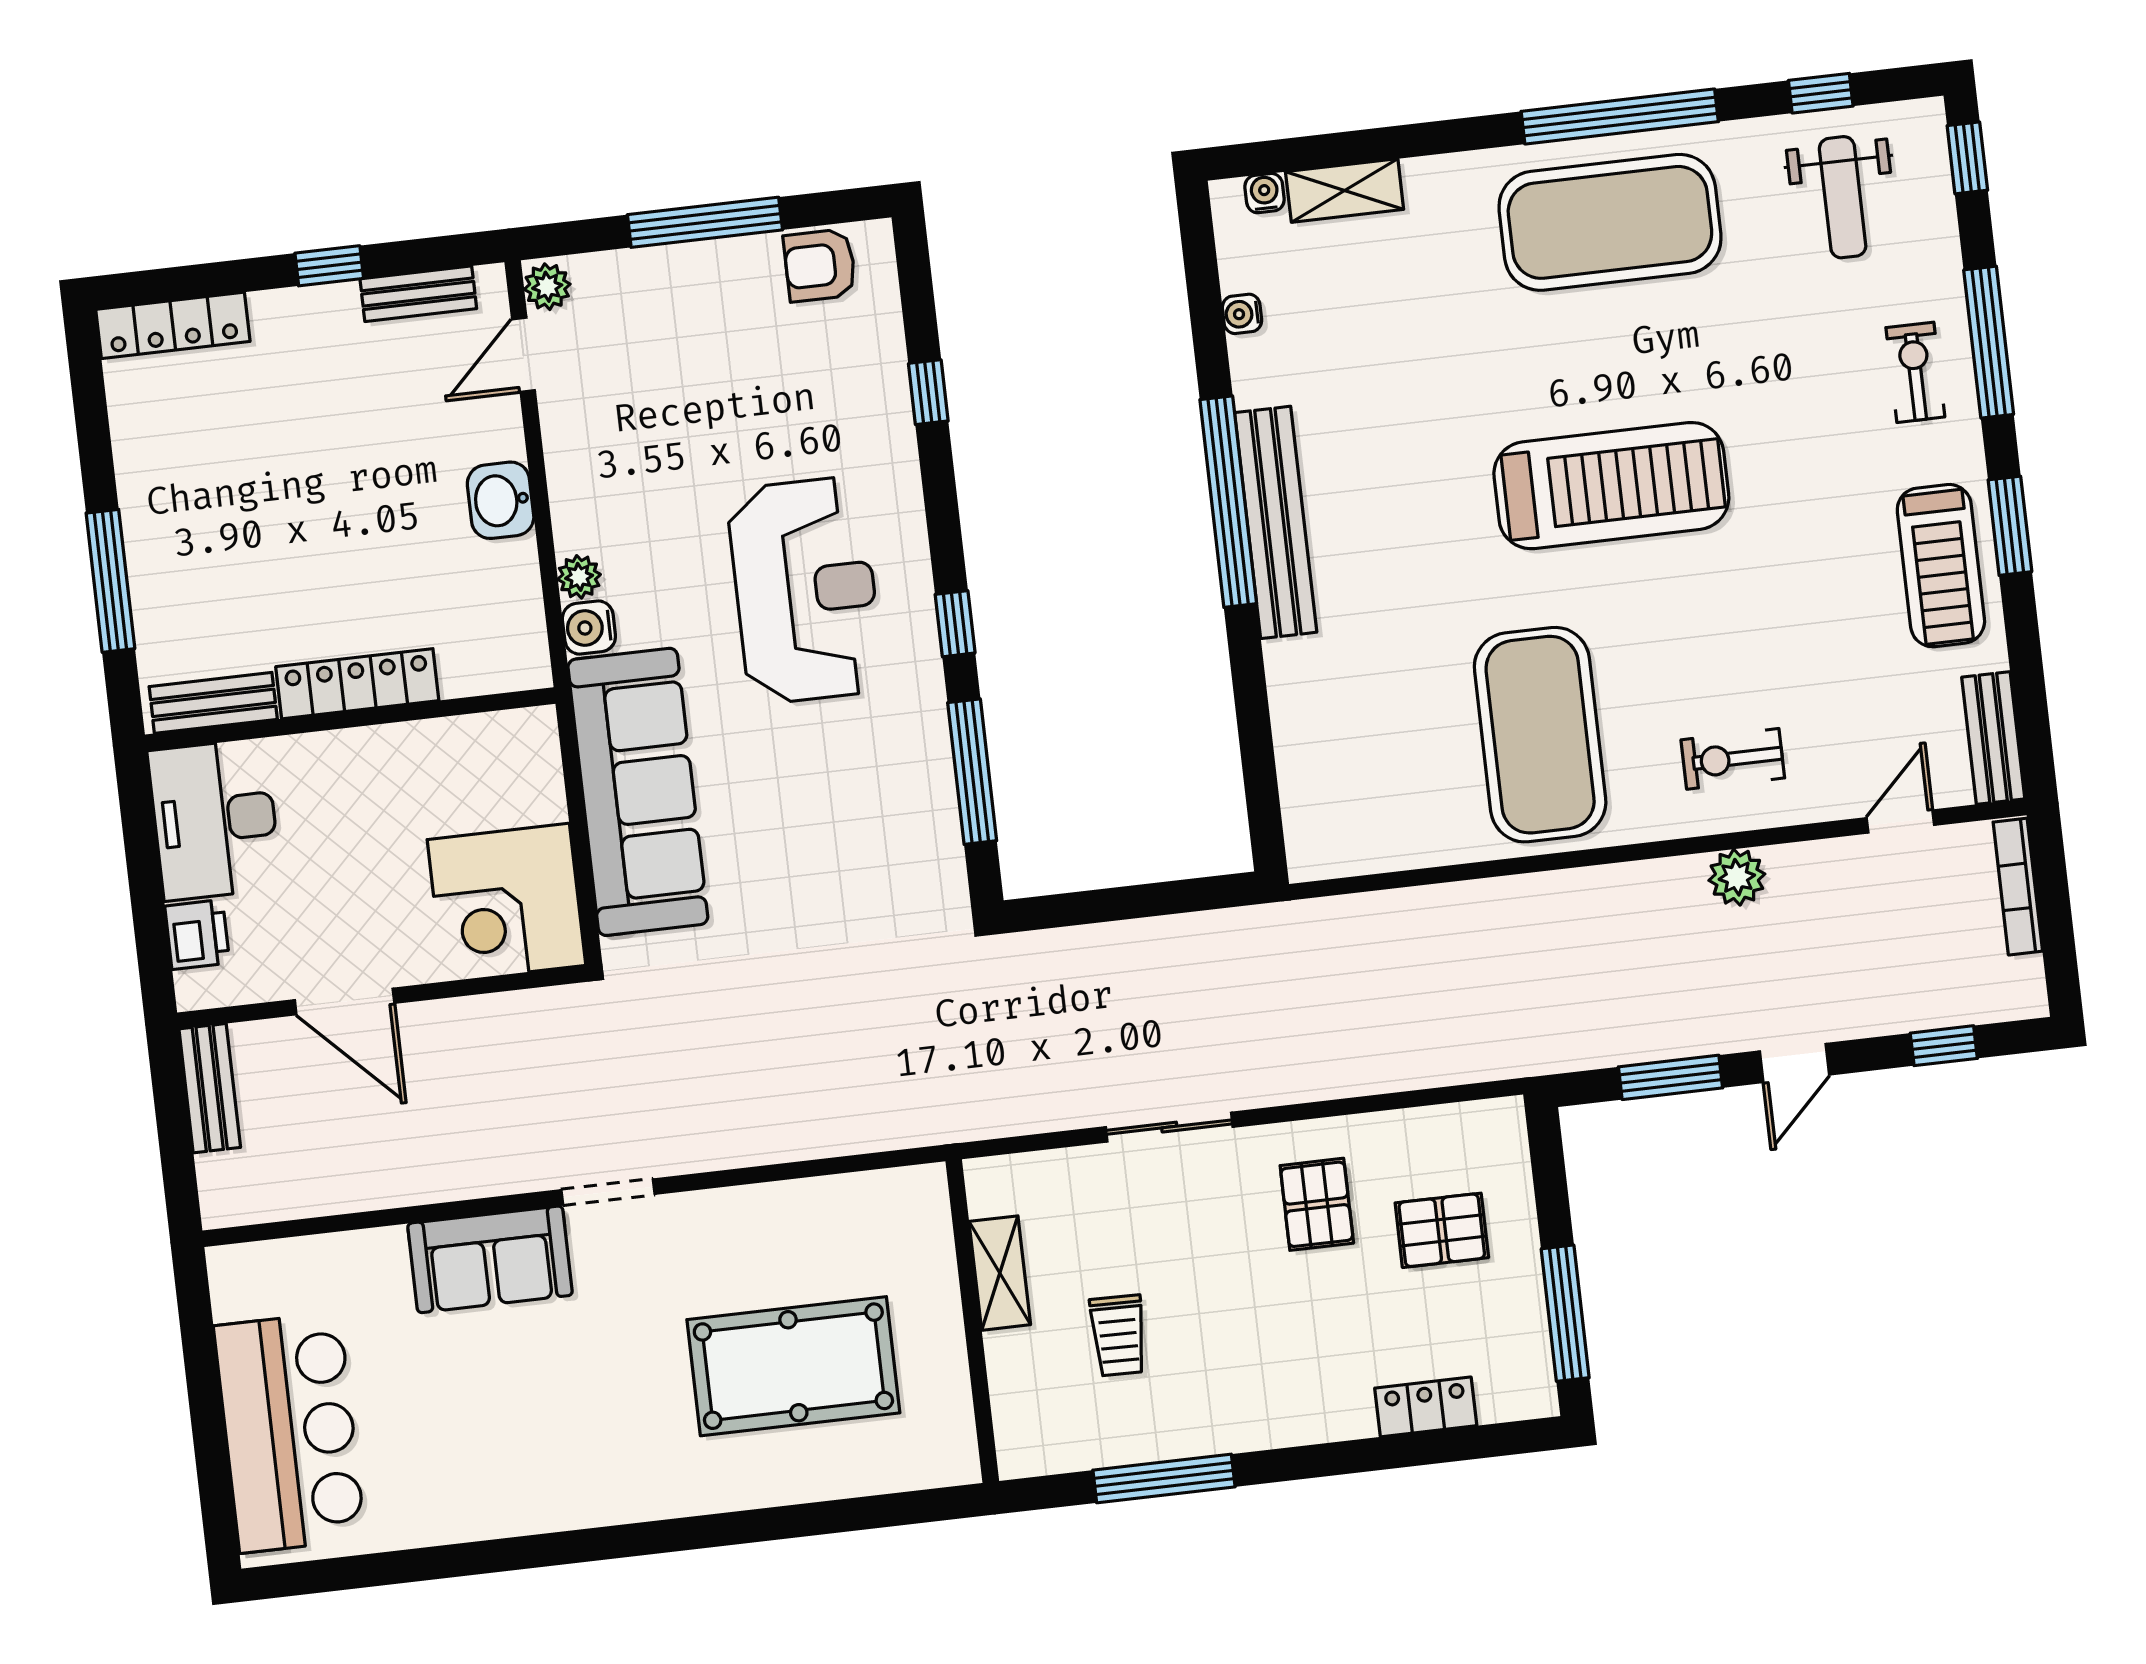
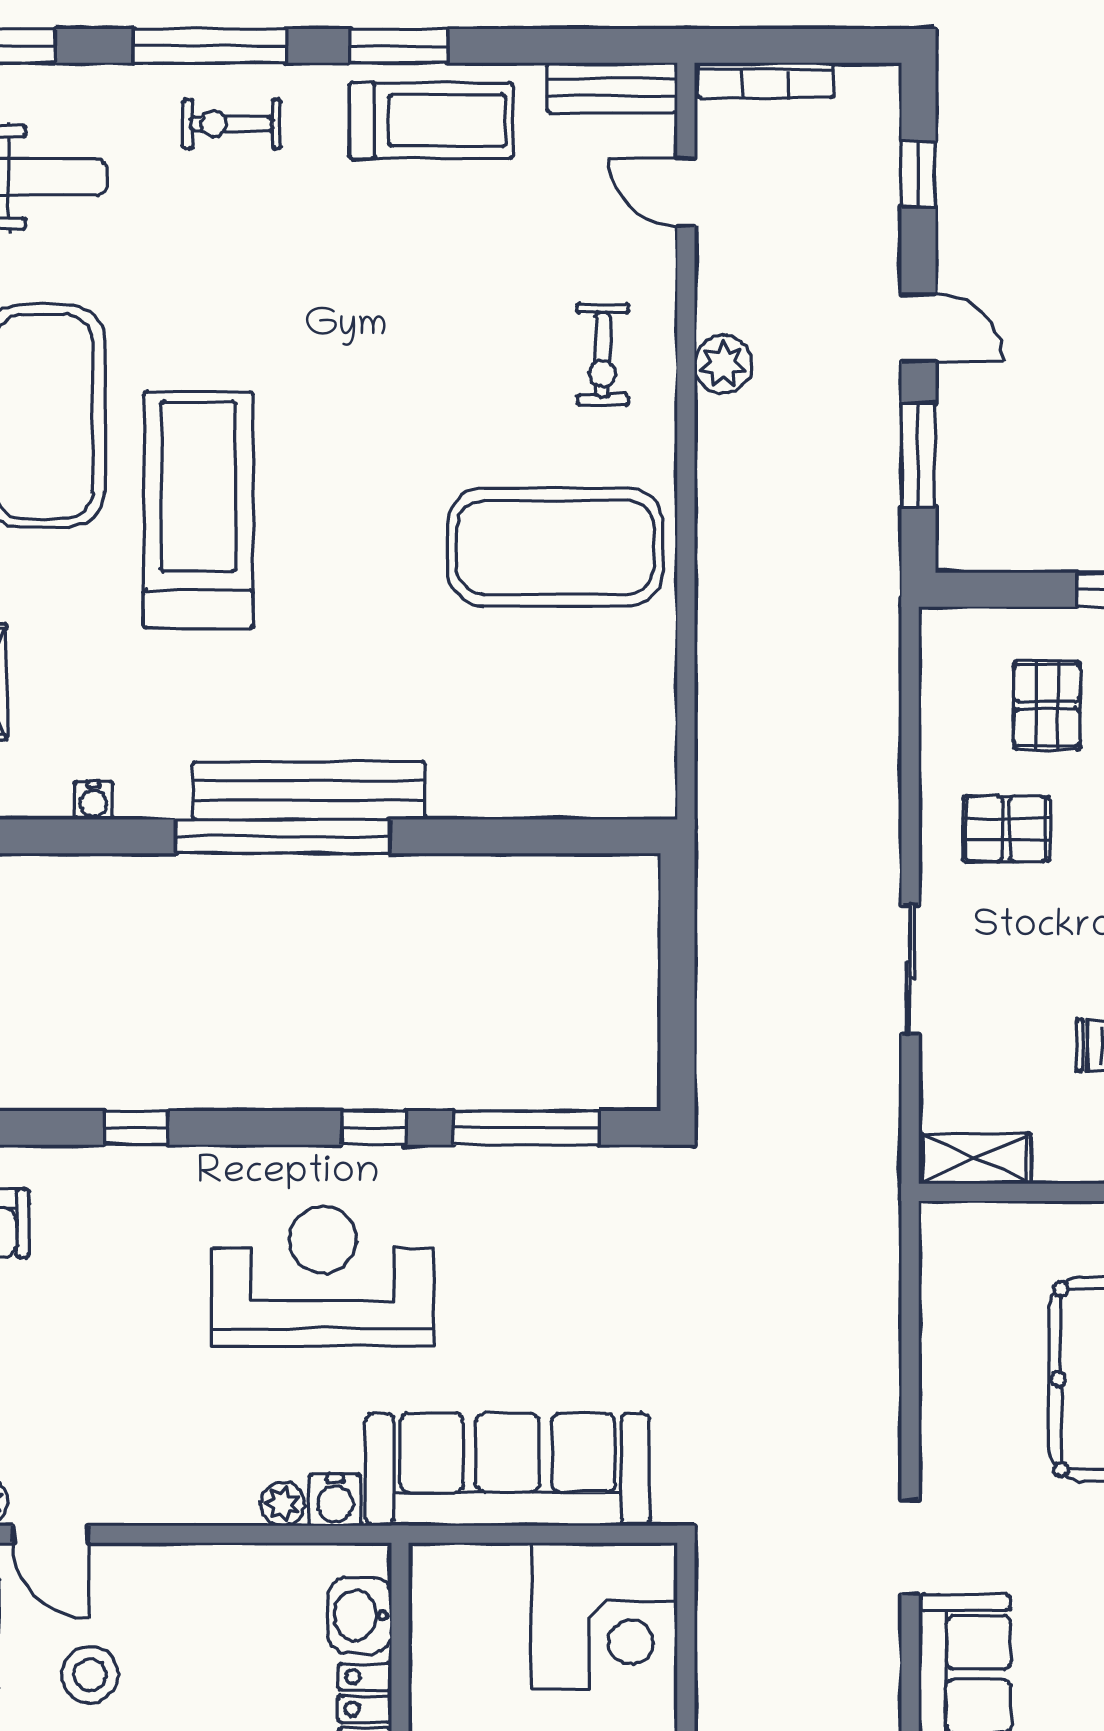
stool: (391, 409) -> (90, 1675), added
treadmill: (1611, 486) -> (198, 510), moved
washbasin: (501, 500) -> (360, 1615), moved, turned 90
shelving: (1000, 1273) -> (975, 1159), moved

